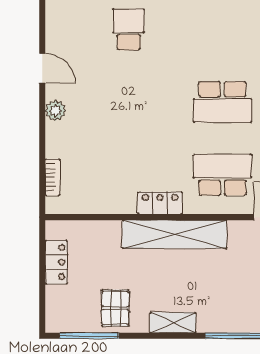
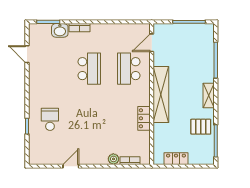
school desk: (129, 29) -> (50, 119), turned 90
plant: (56, 111) -> (113, 159), moved
locker: (160, 203) -> (144, 118), moved

